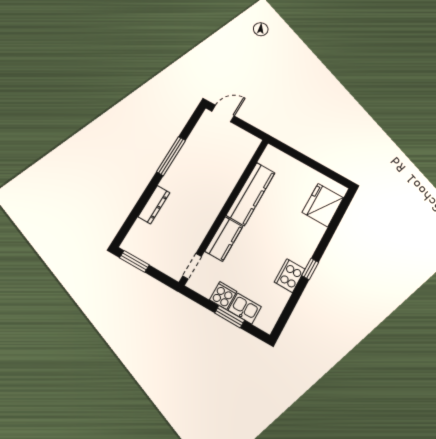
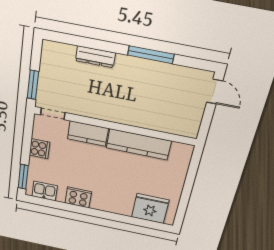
window: (134, 261) -> (33, 85), moved
window: (310, 269) -> (90, 212), removed
kitchen sink: (245, 309) -> (45, 191), moved, turned -90
window: (230, 317) -> (23, 177), moved

